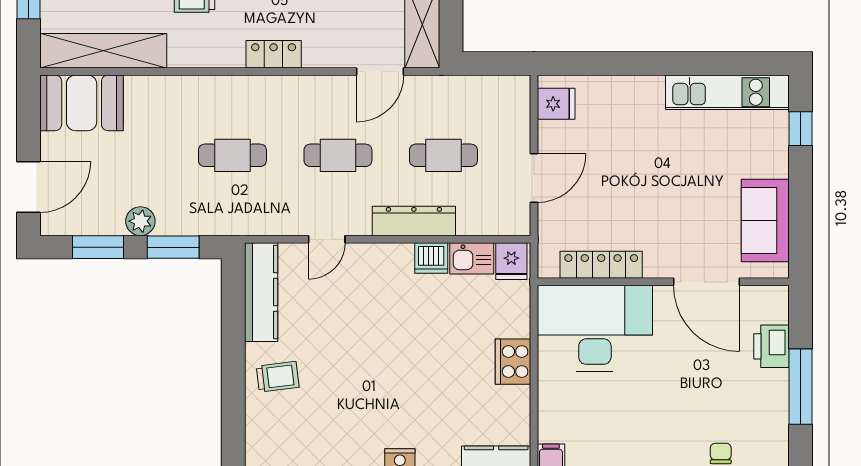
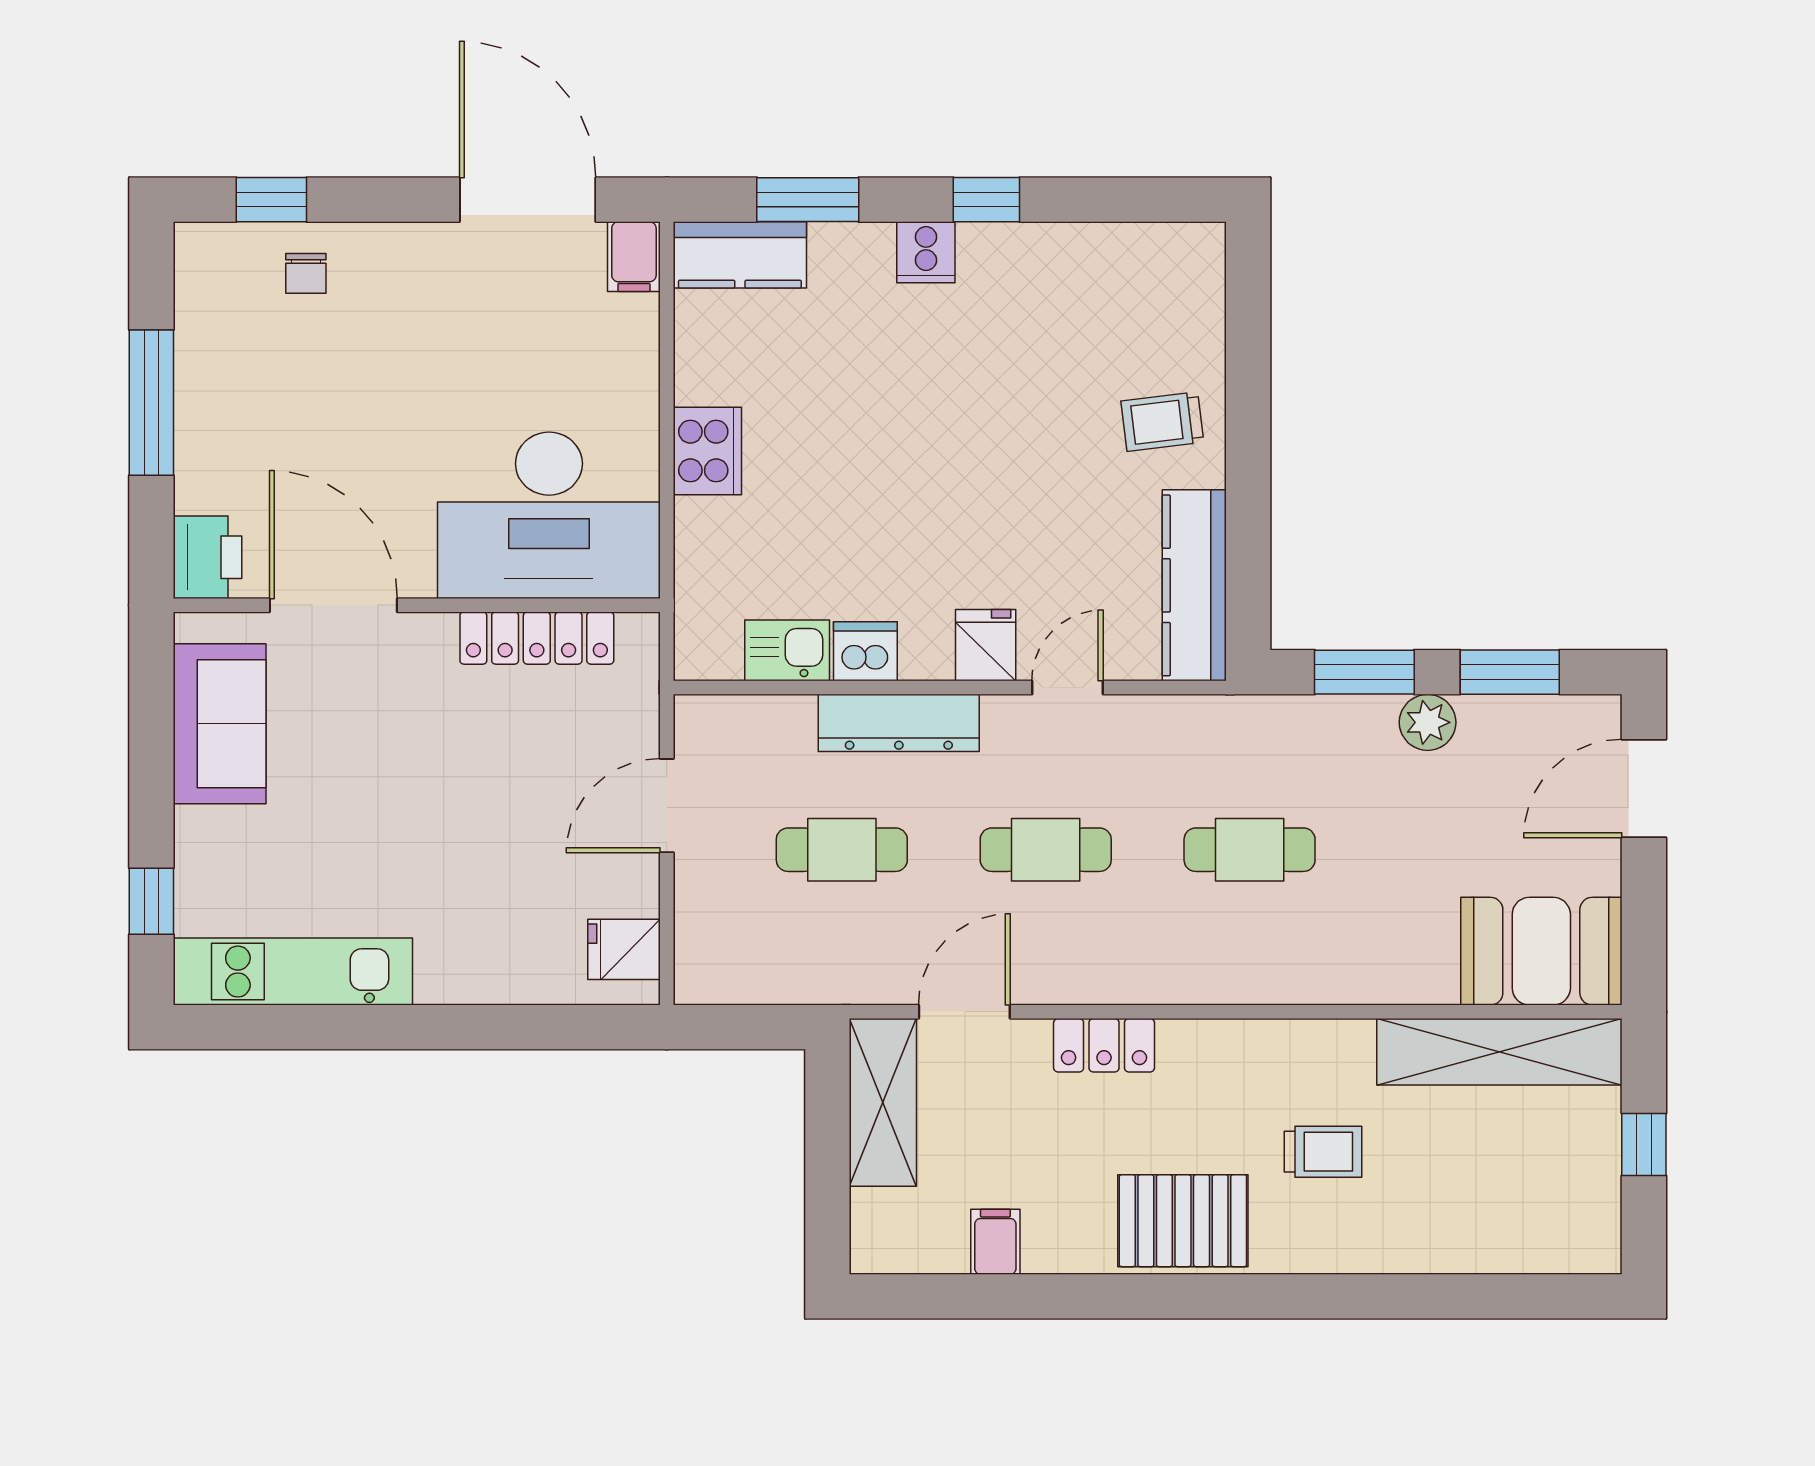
locker: (274, 54) -> (1104, 1045), moved
fridge: (511, 261) -> (986, 645), moved
printer: (772, 346) -> (207, 557), moved

